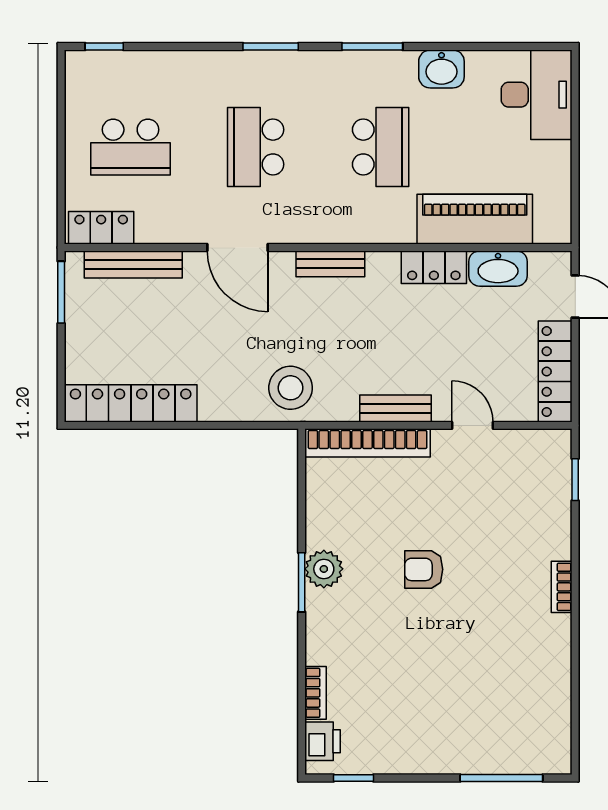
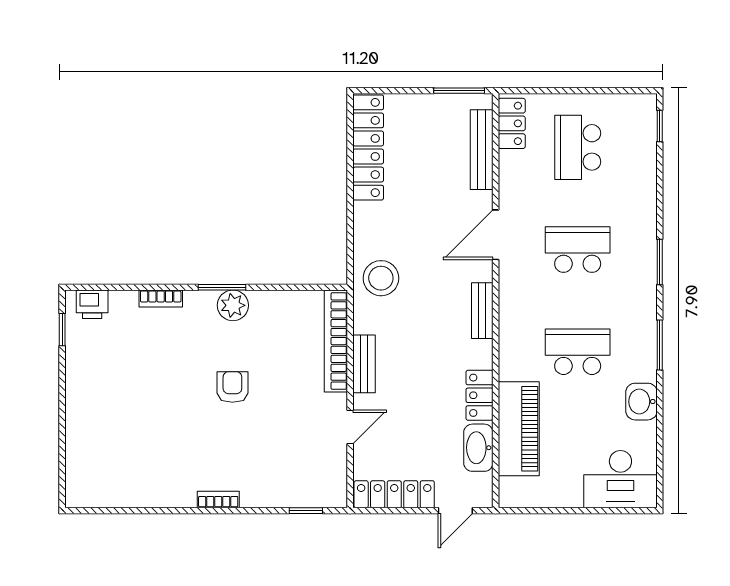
school desk: (381, 147) -> (578, 352), turned 180
bookcase: (315, 693) -> (161, 299), moved
window: (501, 778) -> (62, 450), removed

